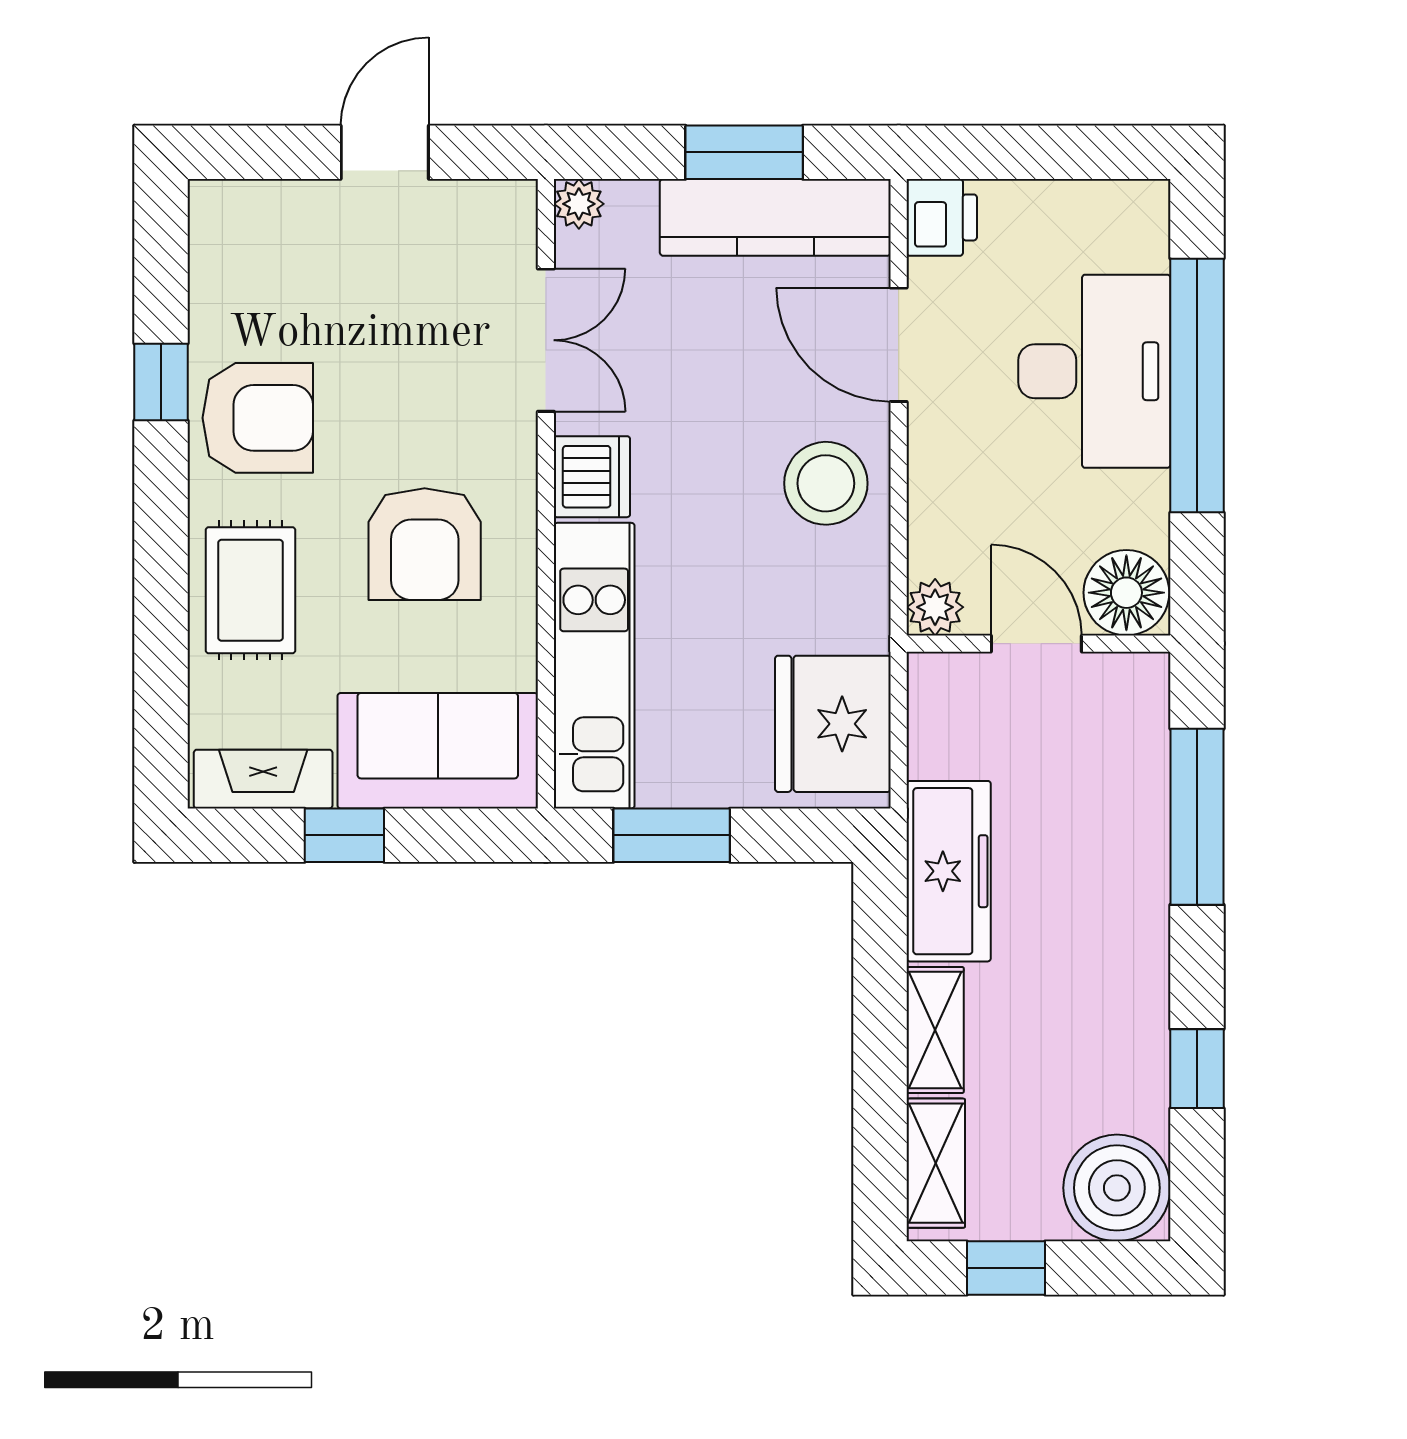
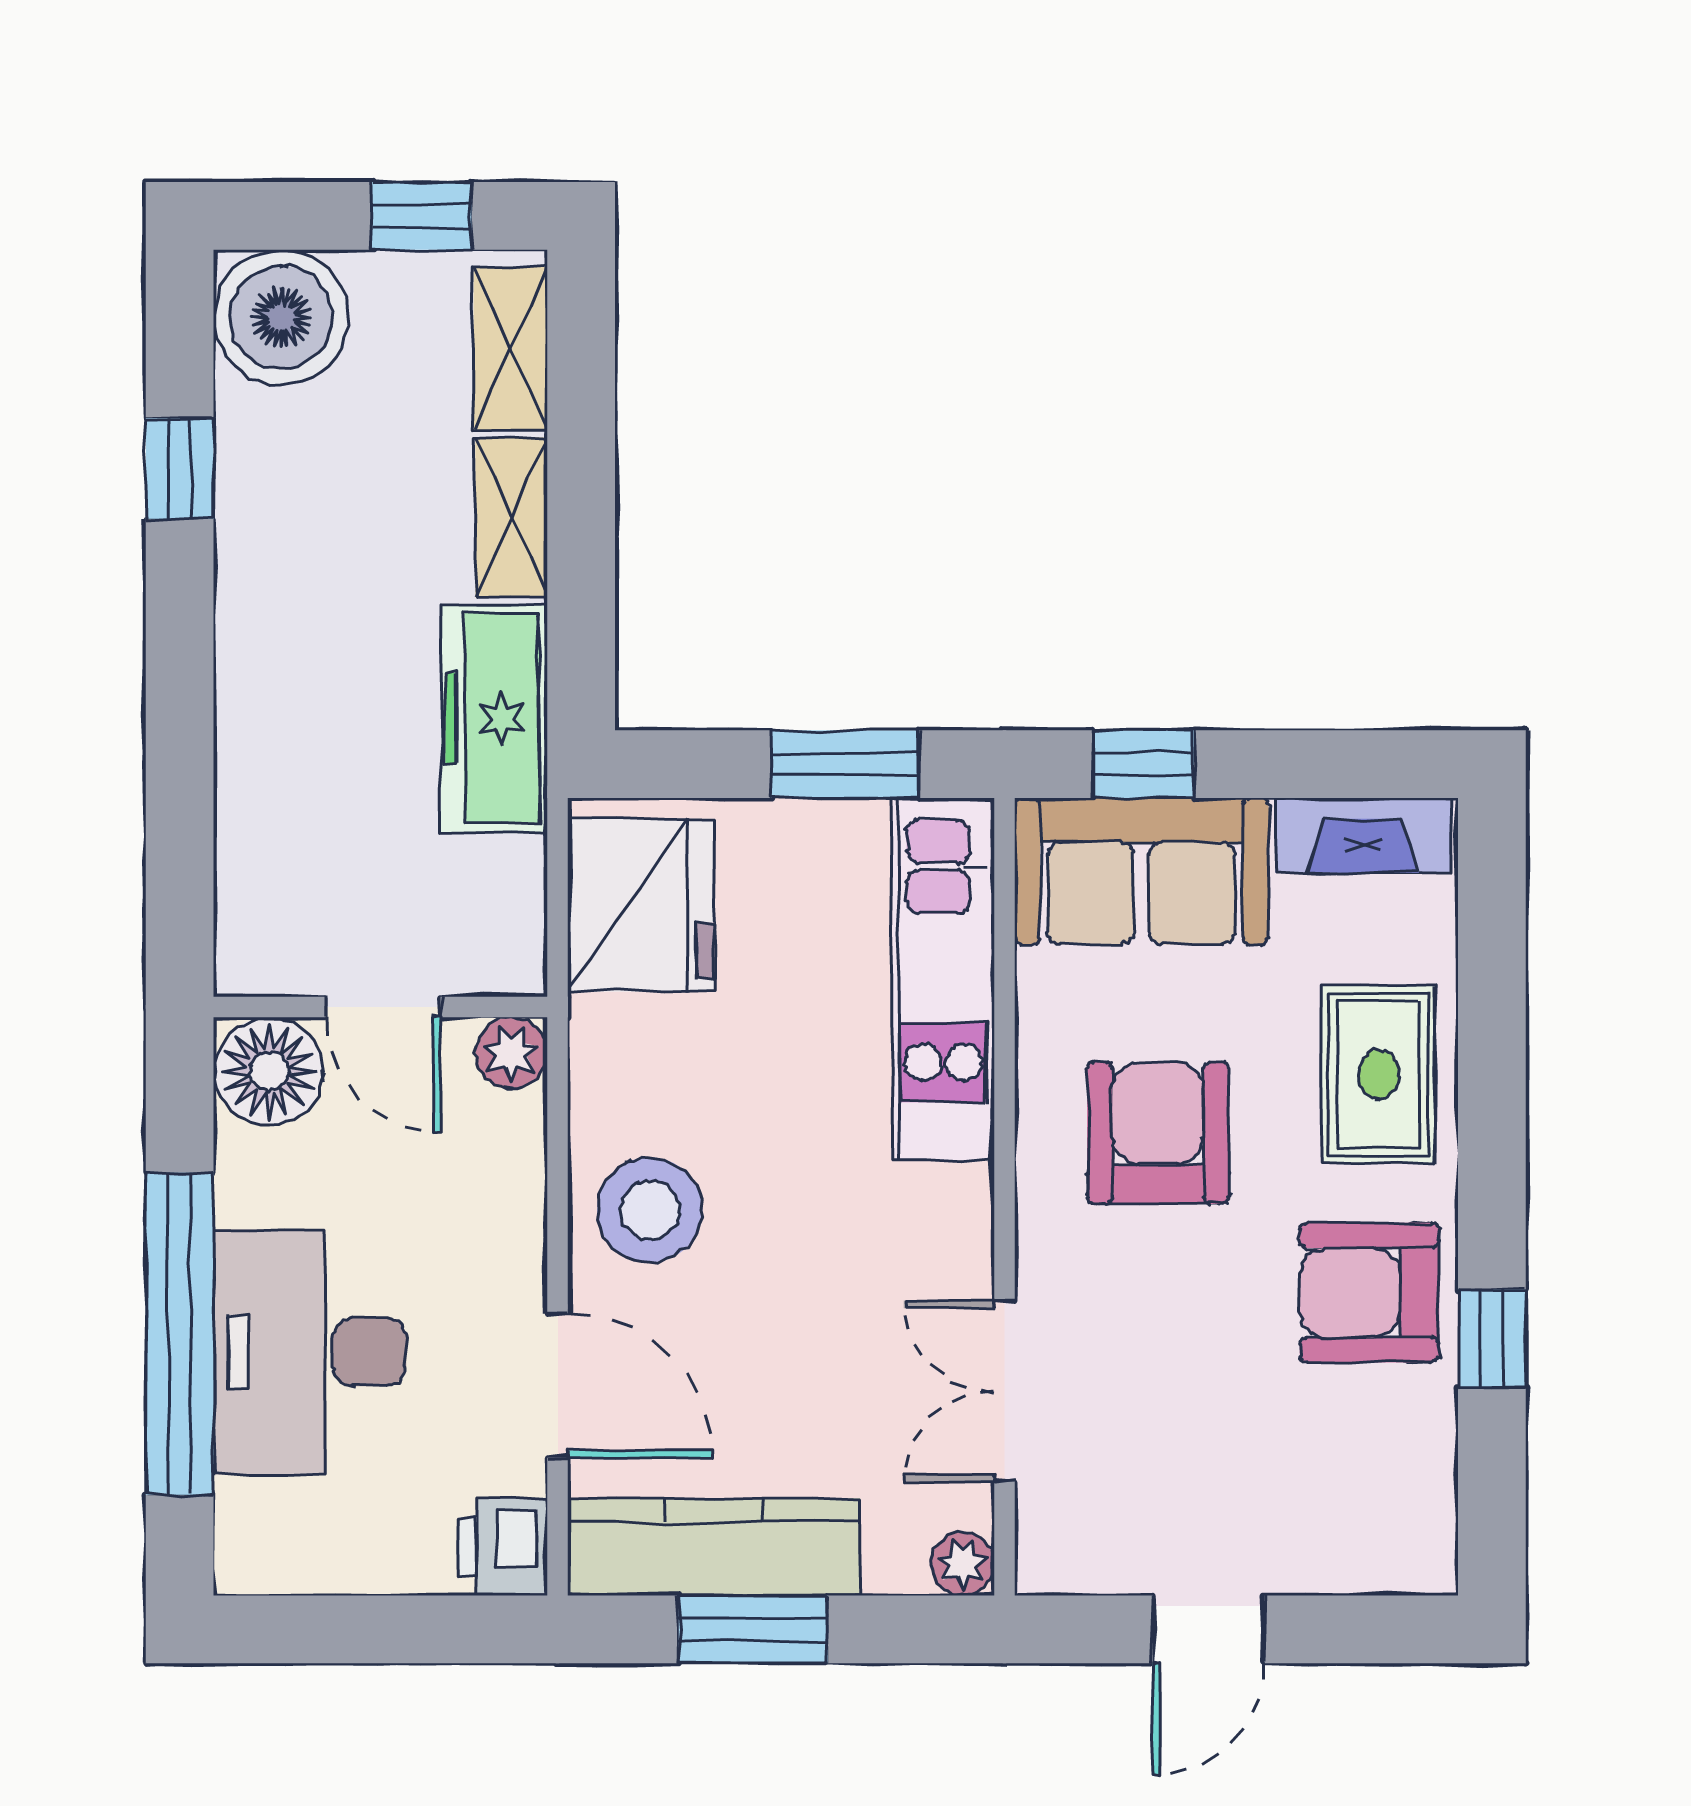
dishwasher: (592, 477) -> (946, 1218), removed
window: (1197, 817) -> (180, 788), removed
window: (344, 835) -> (1144, 764), moved

